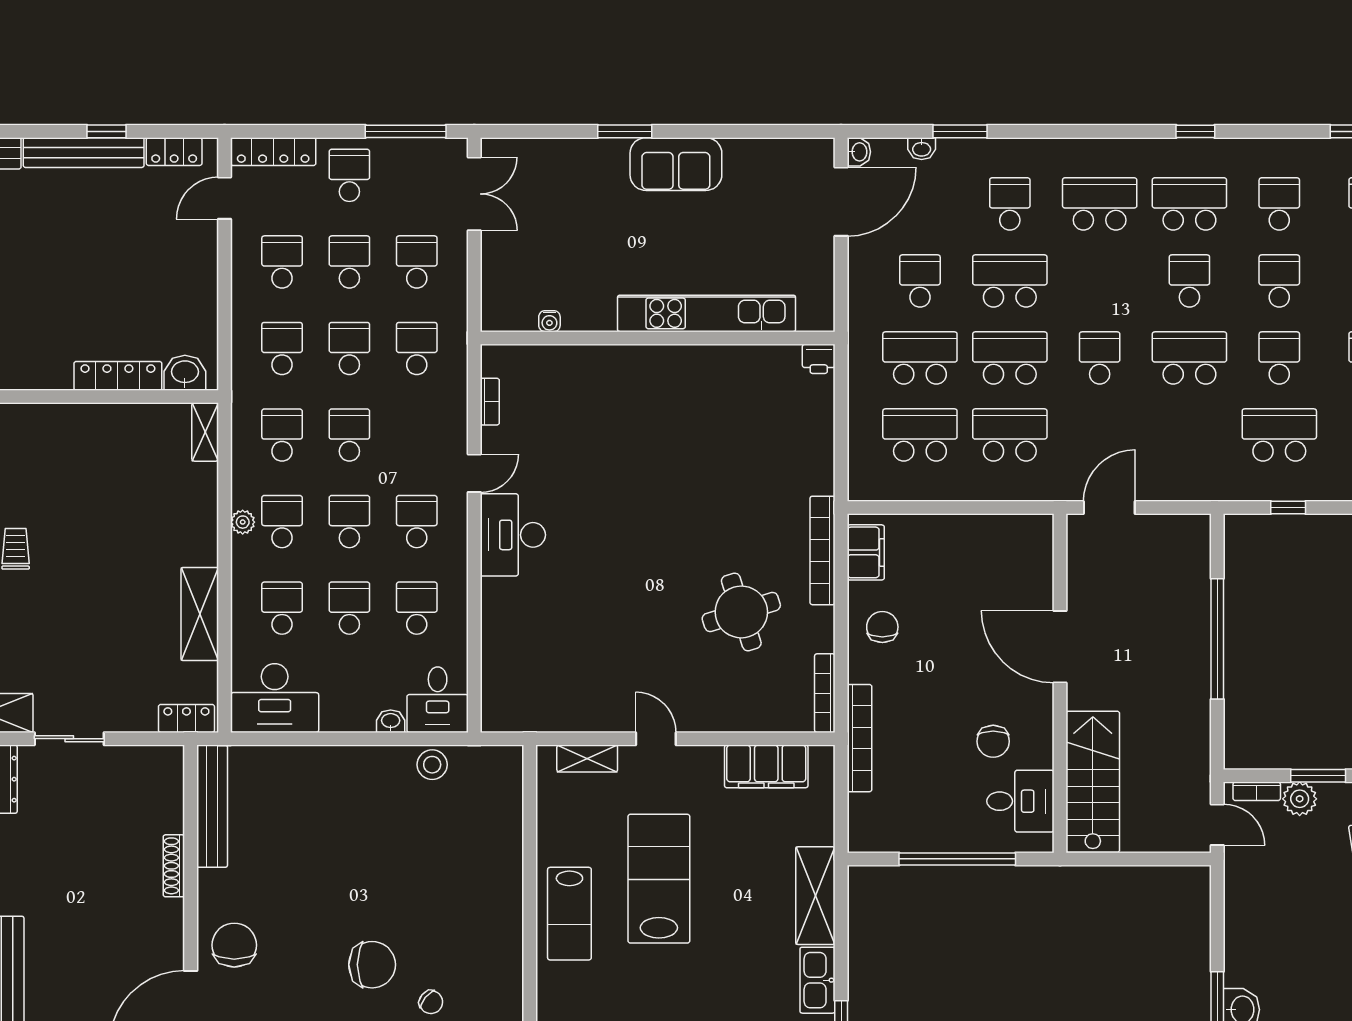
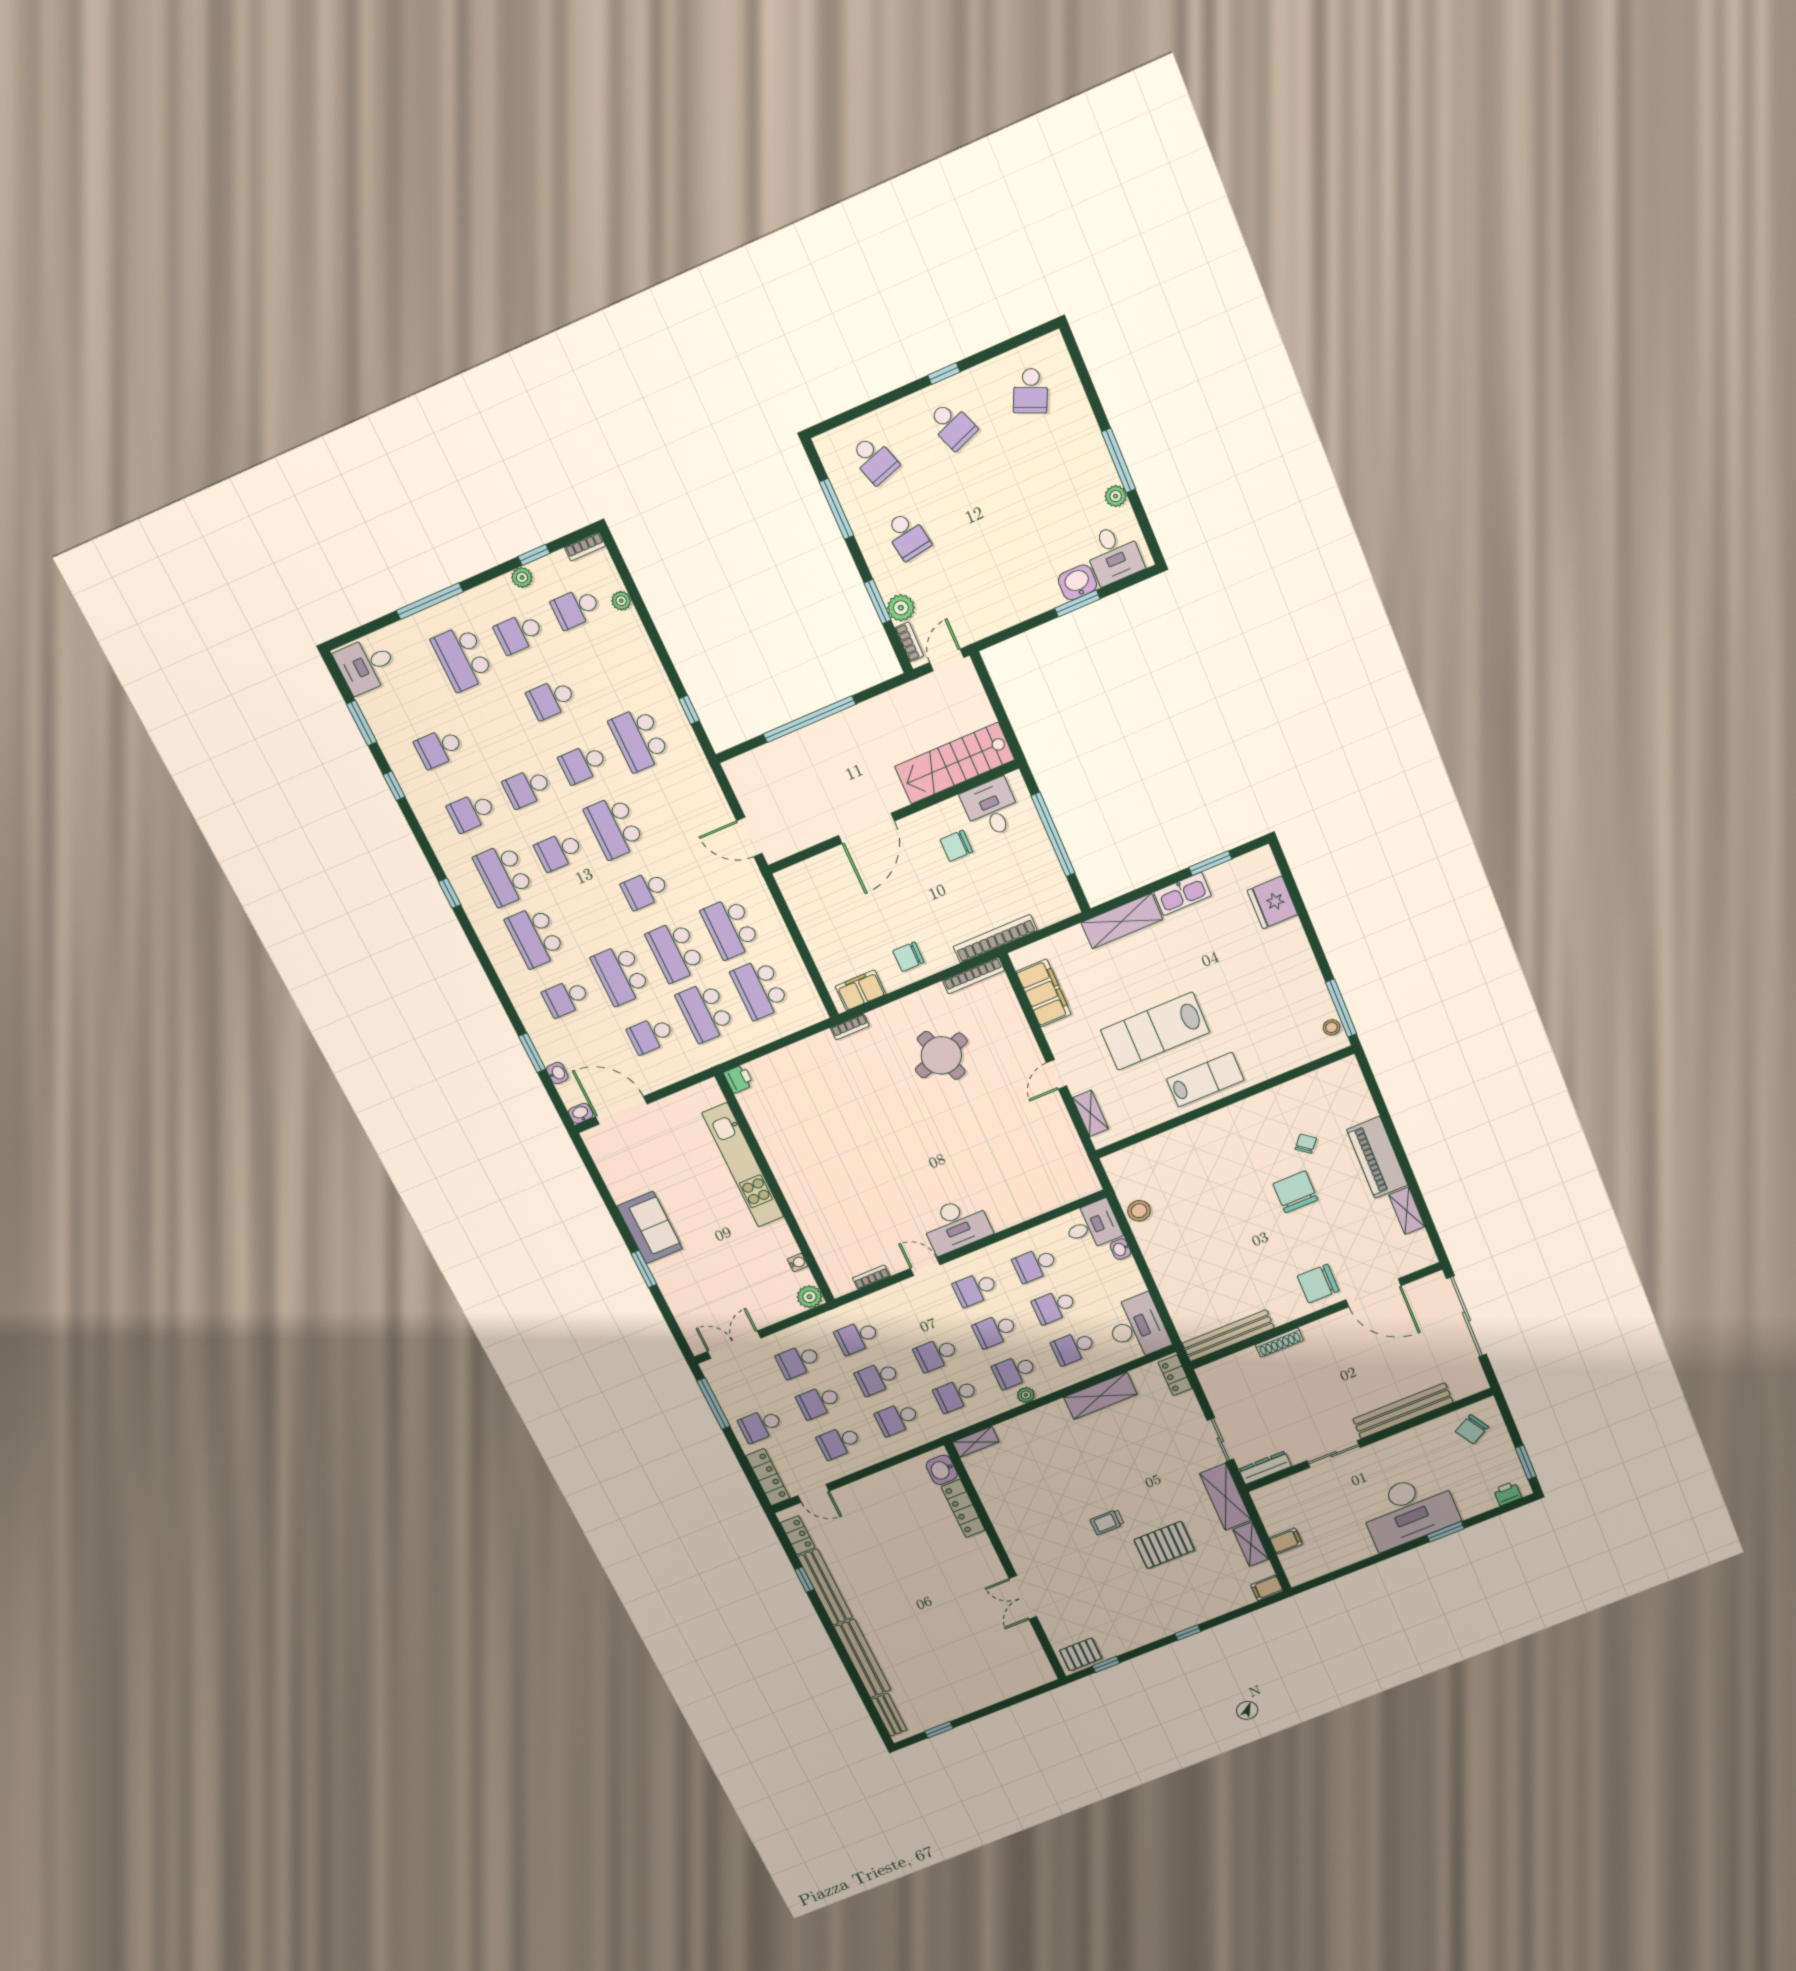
plant: (497, 315) -> (810, 1297), added
bookcase: (823, 550) -> (850, 1027), width x0.43, depth x0.76
chair: (993, 741) -> (956, 846), turned 180

